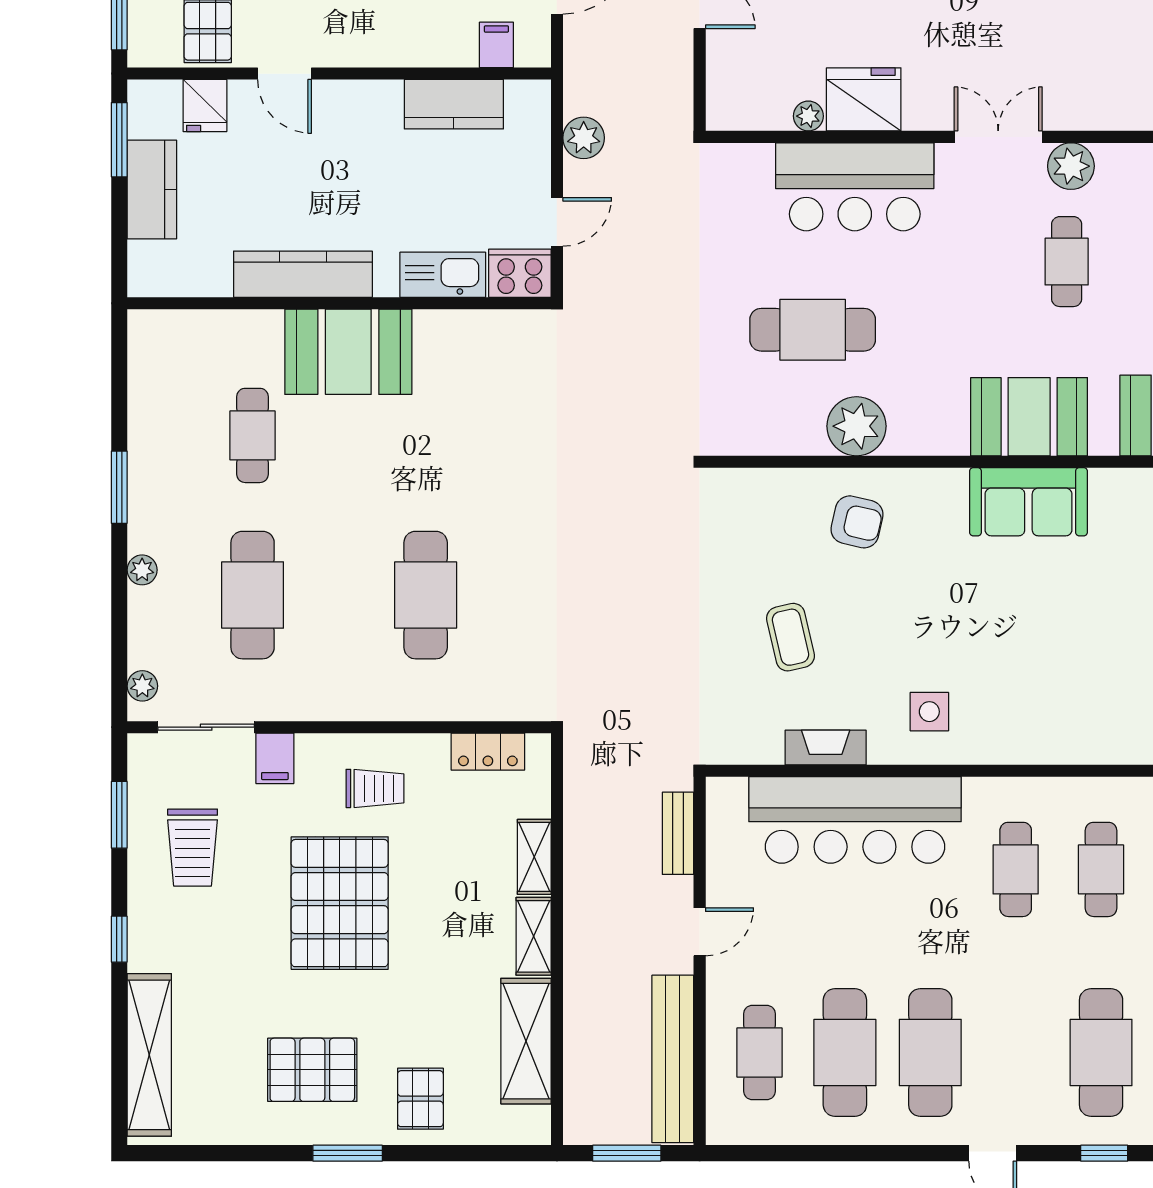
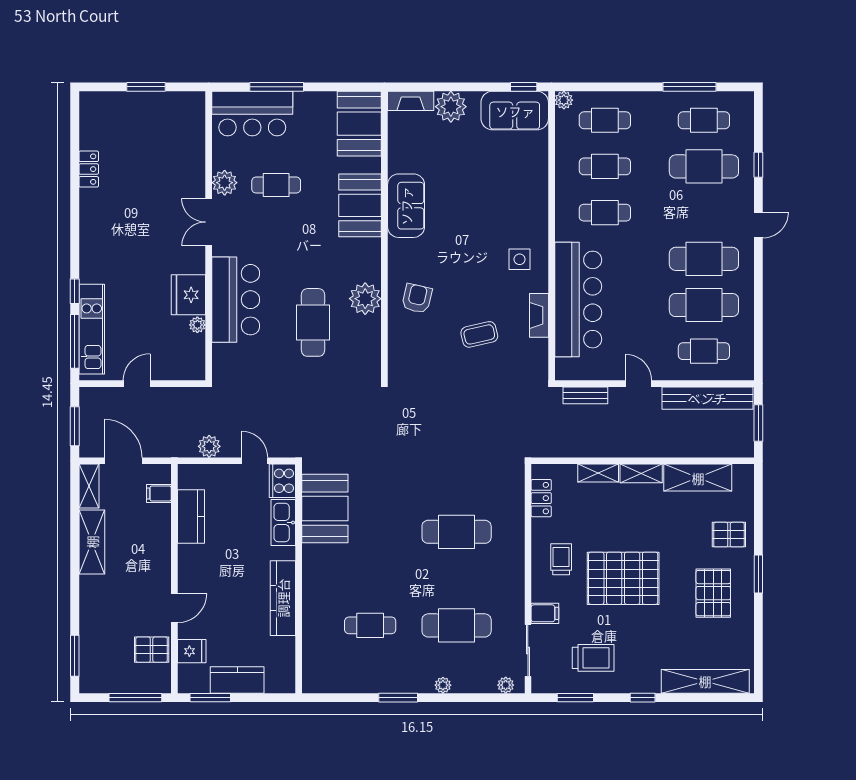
booth: (348, 352) -> (325, 509), moved

